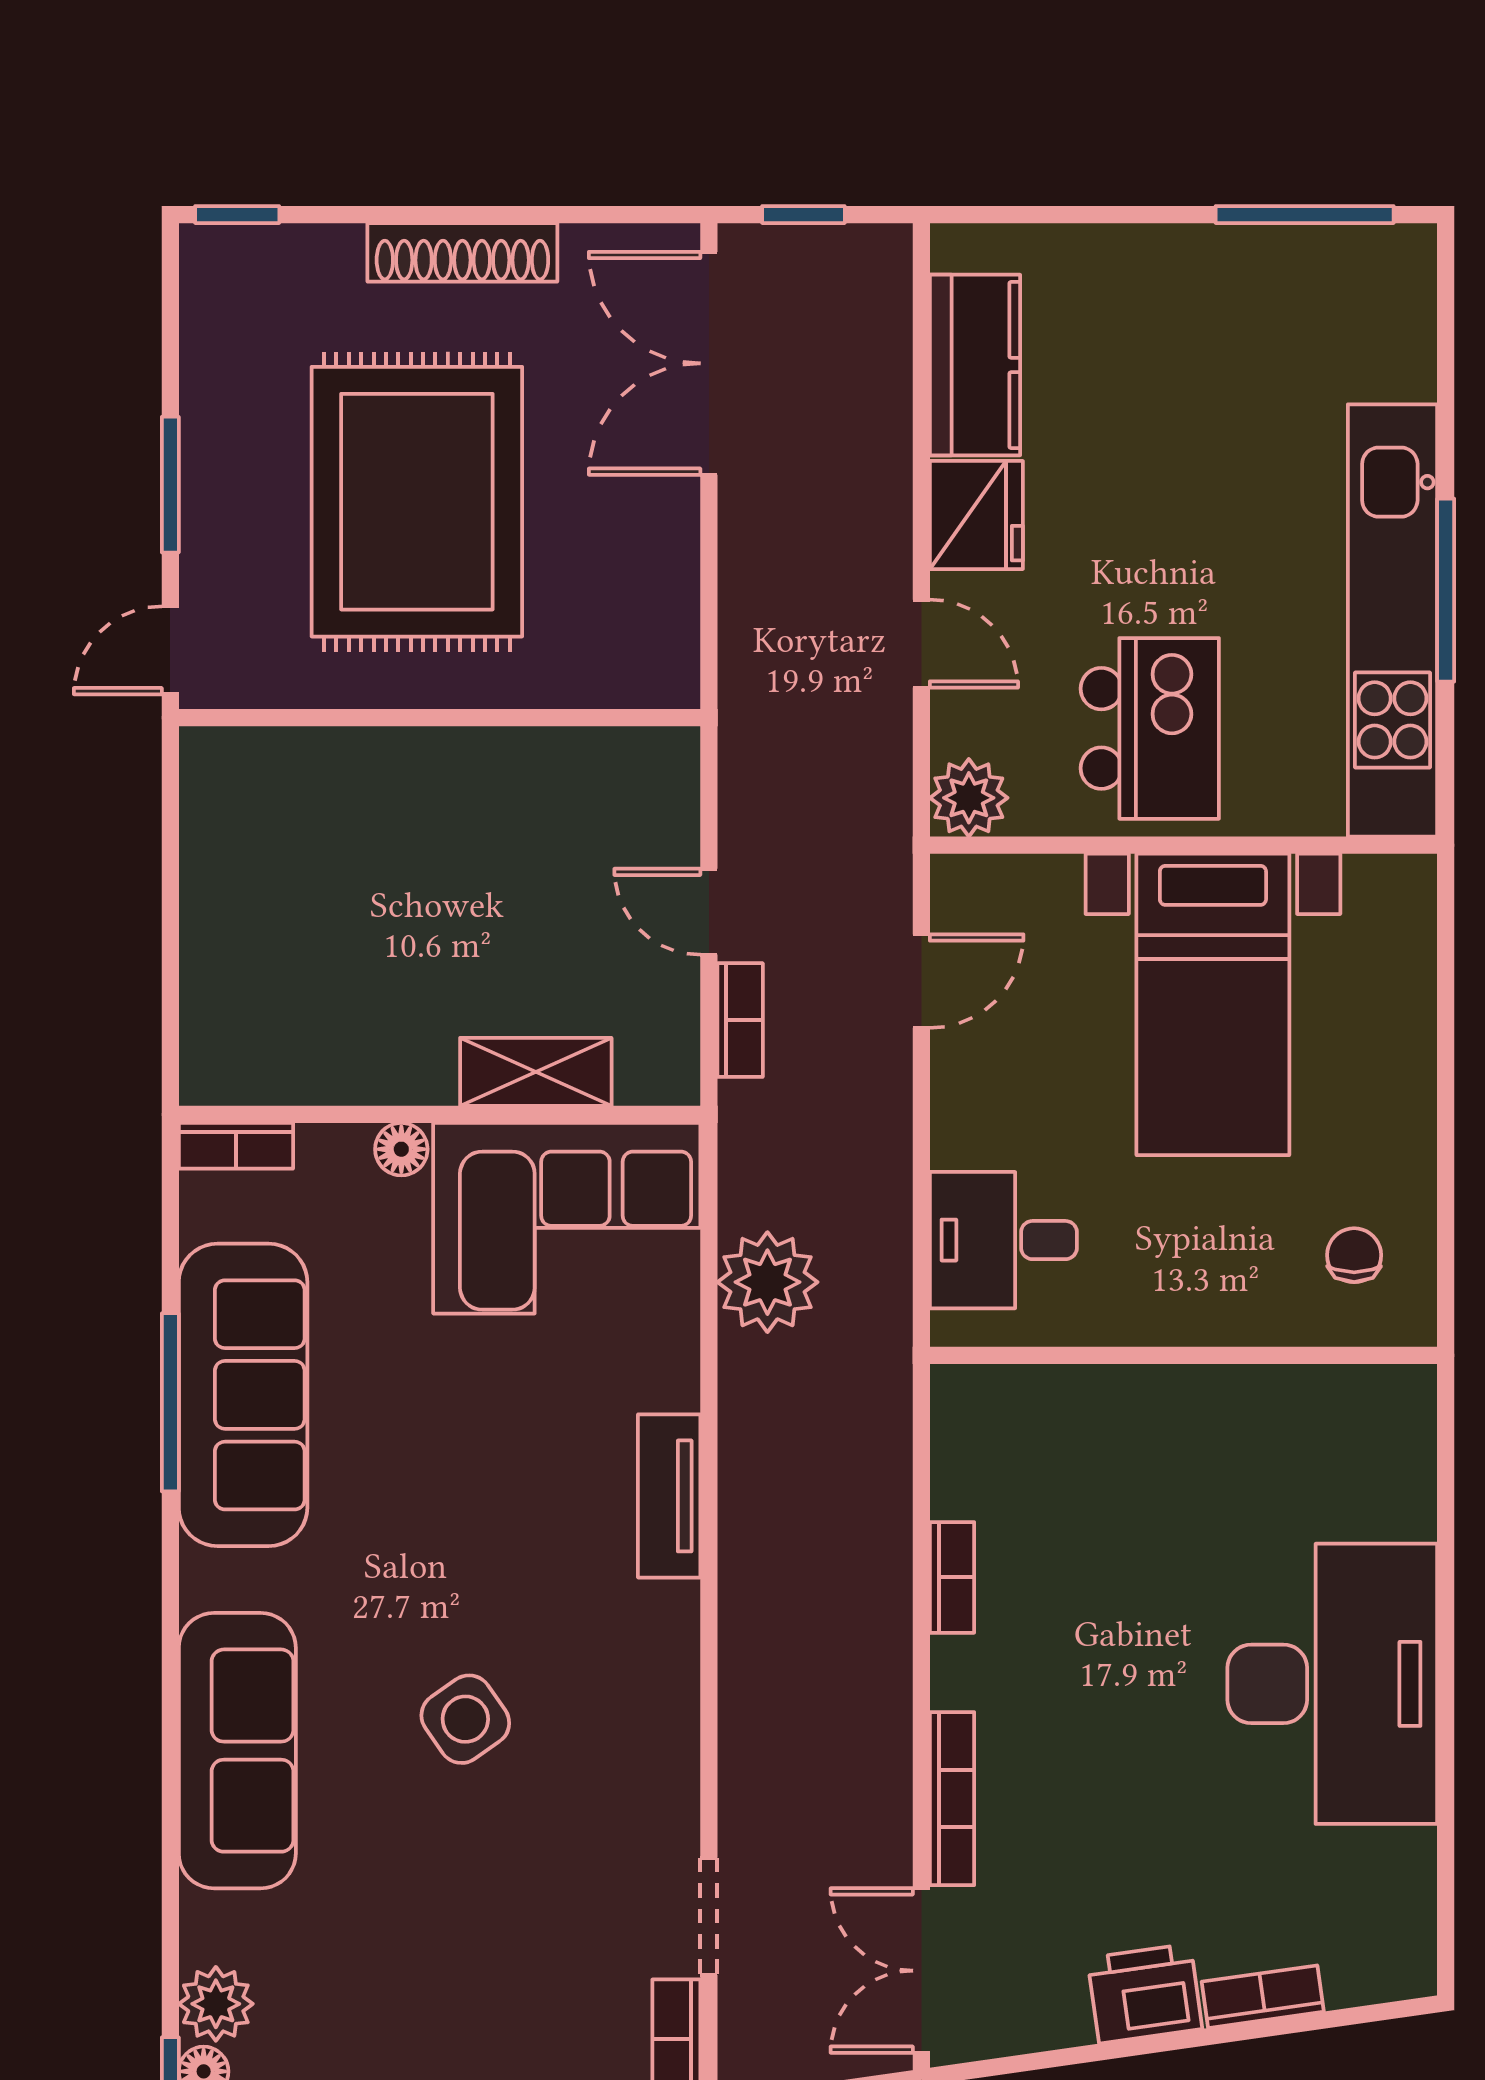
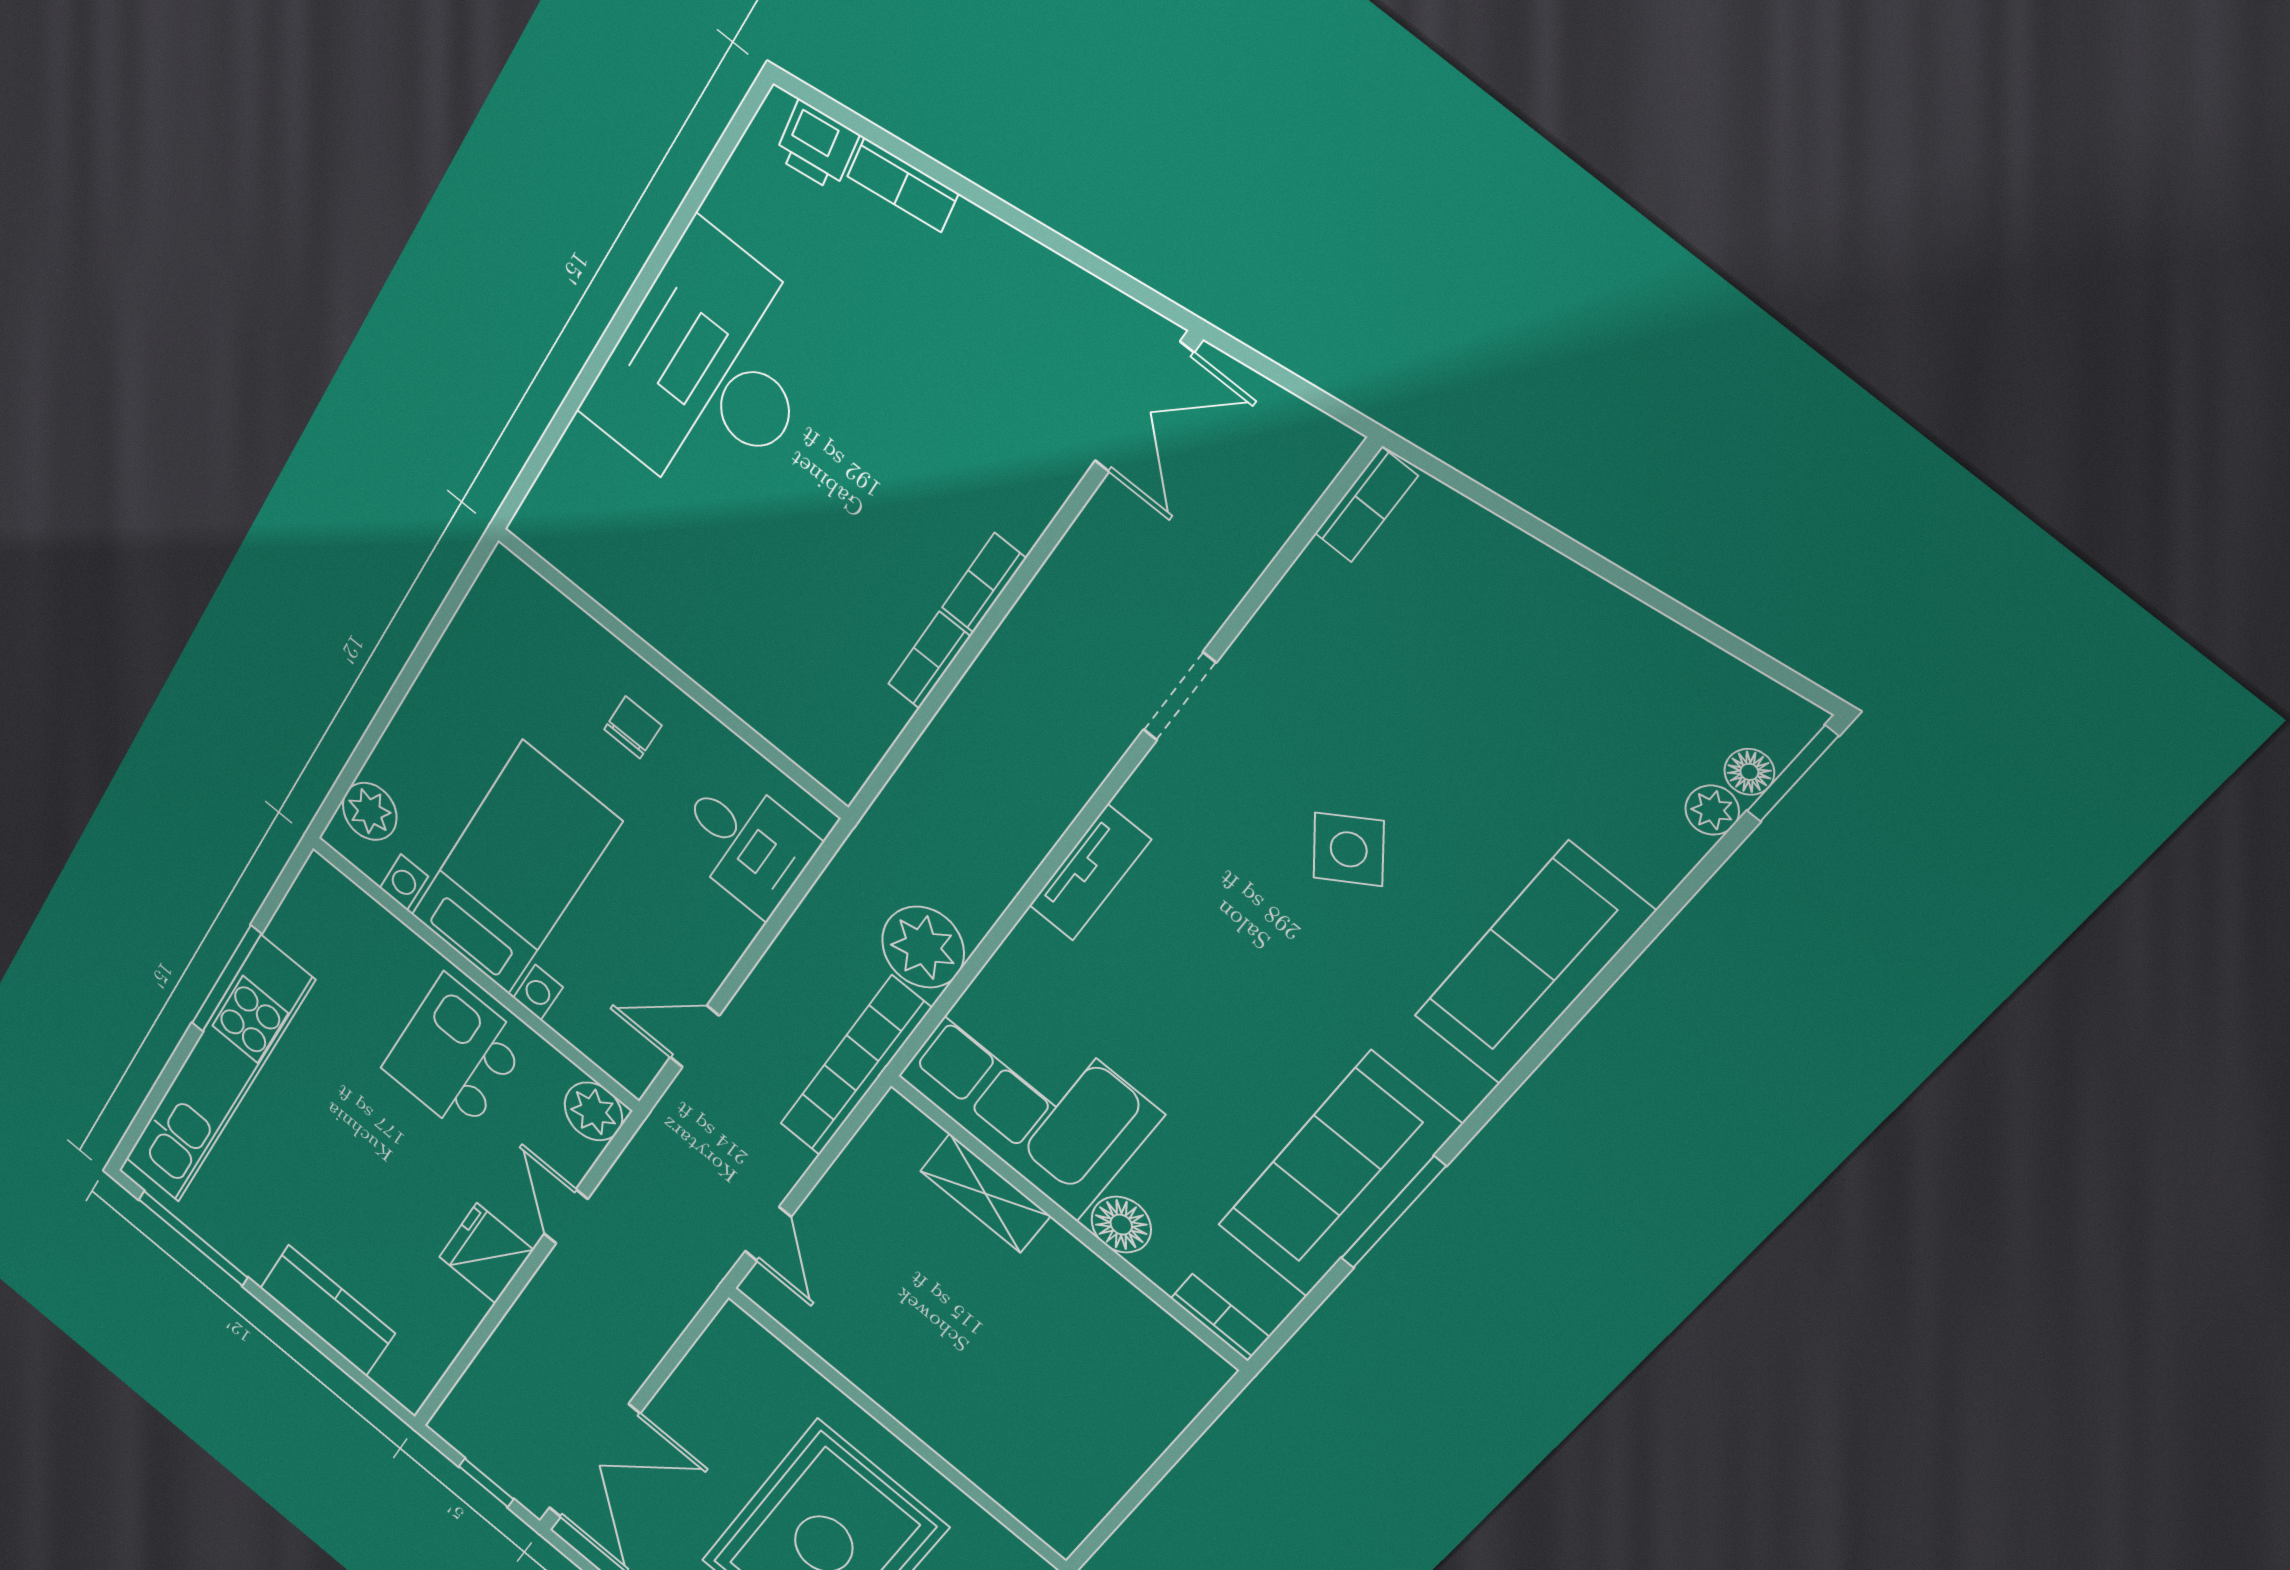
kitchen counter: (975, 365) -> (327, 1311), moved, turned 90
kitchen unit: (1393, 620) -> (219, 1071), moved
door: (709, 912) -> (768, 1234), moved
plant: (1400, 933) -> (370, 811), added
bookcase: (740, 1020) -> (855, 1066), width x2.31, depth x1.31
floor lamp: (401, 1149) -> (1121, 1225), width x1.37, depth x1.37
chair: (1354, 1255) -> (633, 727), moved, turned 180
bookcase: (952, 1799) -> (984, 583), moved, width x0.64
doorway: (709, 1916) -> (1180, 696), moved
printer: (1145, 1993) -> (817, 146), moved, width x0.73, depth x0.81
plant: (216, 2004) -> (1712, 810), width x0.73, depth x0.73

